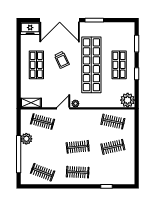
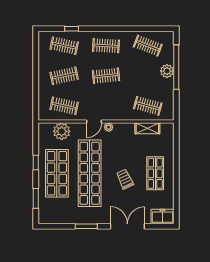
double door: (60, 20) -> (127, 226), width x0.73
shop shelf: (119, 65) -> (57, 173), width x1.43, depth x1.36
plant: (128, 100) -> (62, 131), moved
shelving: (31, 103) -> (147, 128), moved
door: (63, 108) -> (94, 122), moved
plant: (26, 139) -> (167, 71), moved
clothes rail: (113, 172) -> (64, 46), added

